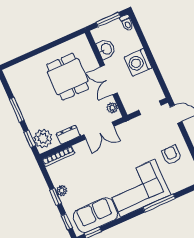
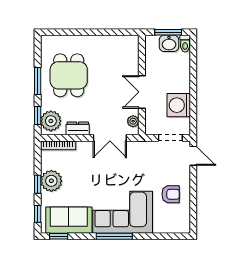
washbasin: (106, 49) -> (169, 43), moved, turned 90
washing machine: (138, 62) -> (179, 105), moved
dining table: (68, 77) -> (69, 75), moved
armchair: (171, 155) -> (171, 194), turned 90
plant: (62, 191) -> (51, 181), width x1.87, depth x1.87
window: (159, 203) -> (114, 236), moved

